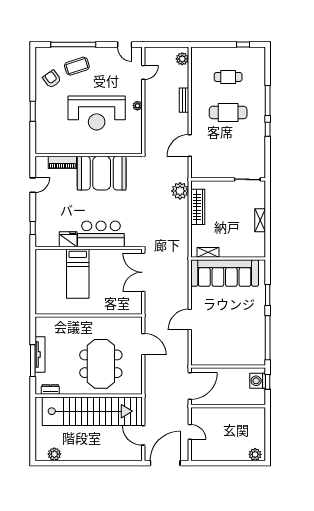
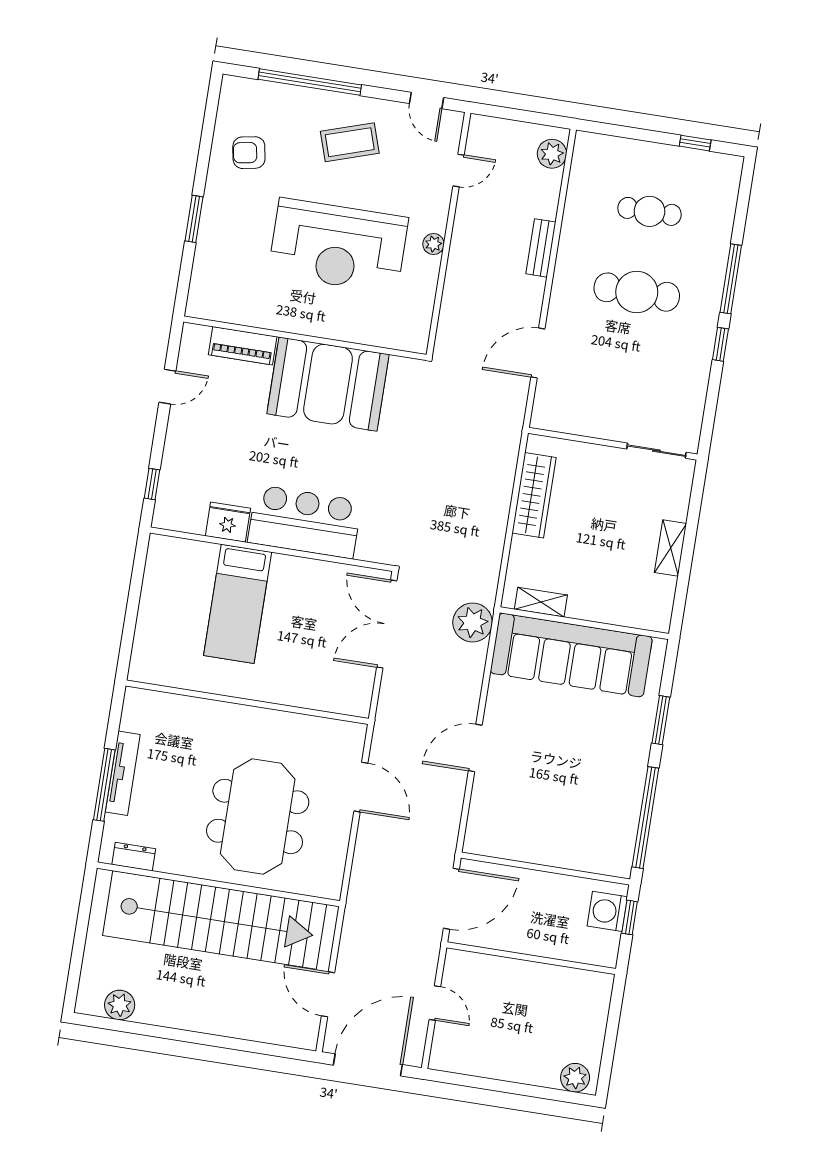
coffee table: (77, 66) -> (350, 142), moved
armchair: (52, 79) -> (249, 153), turned -64
plant: (180, 191) -> (473, 622), moved

